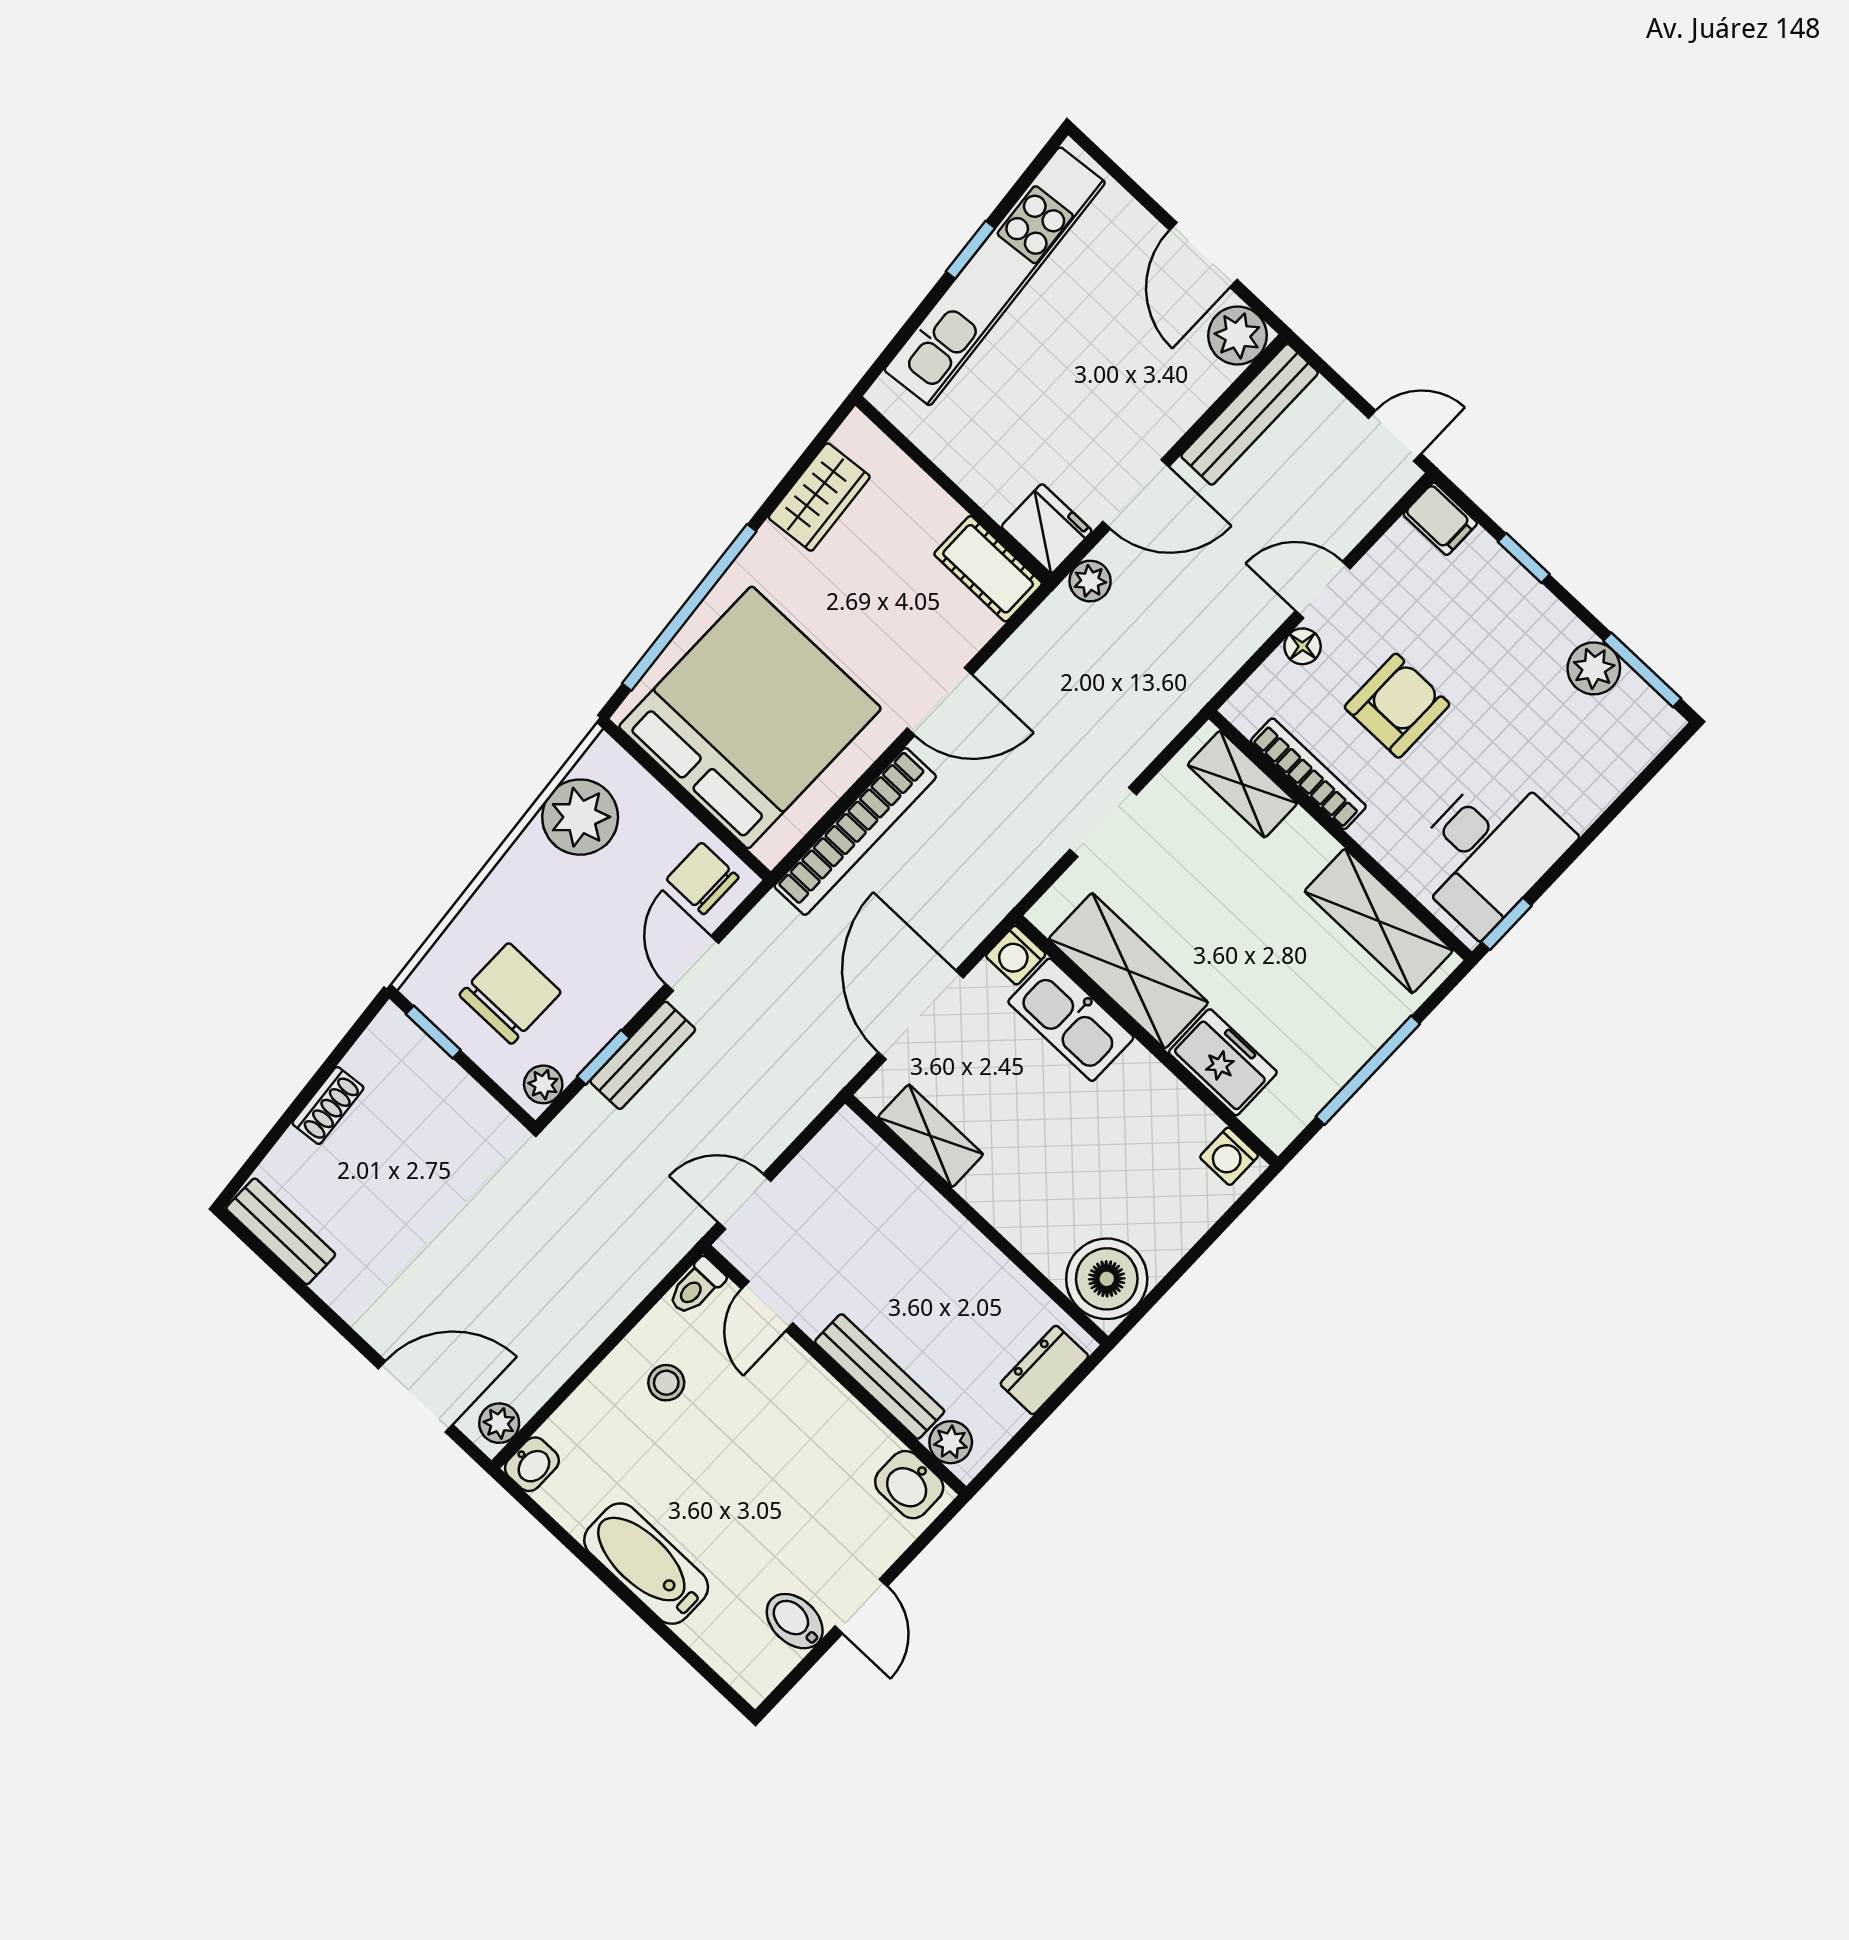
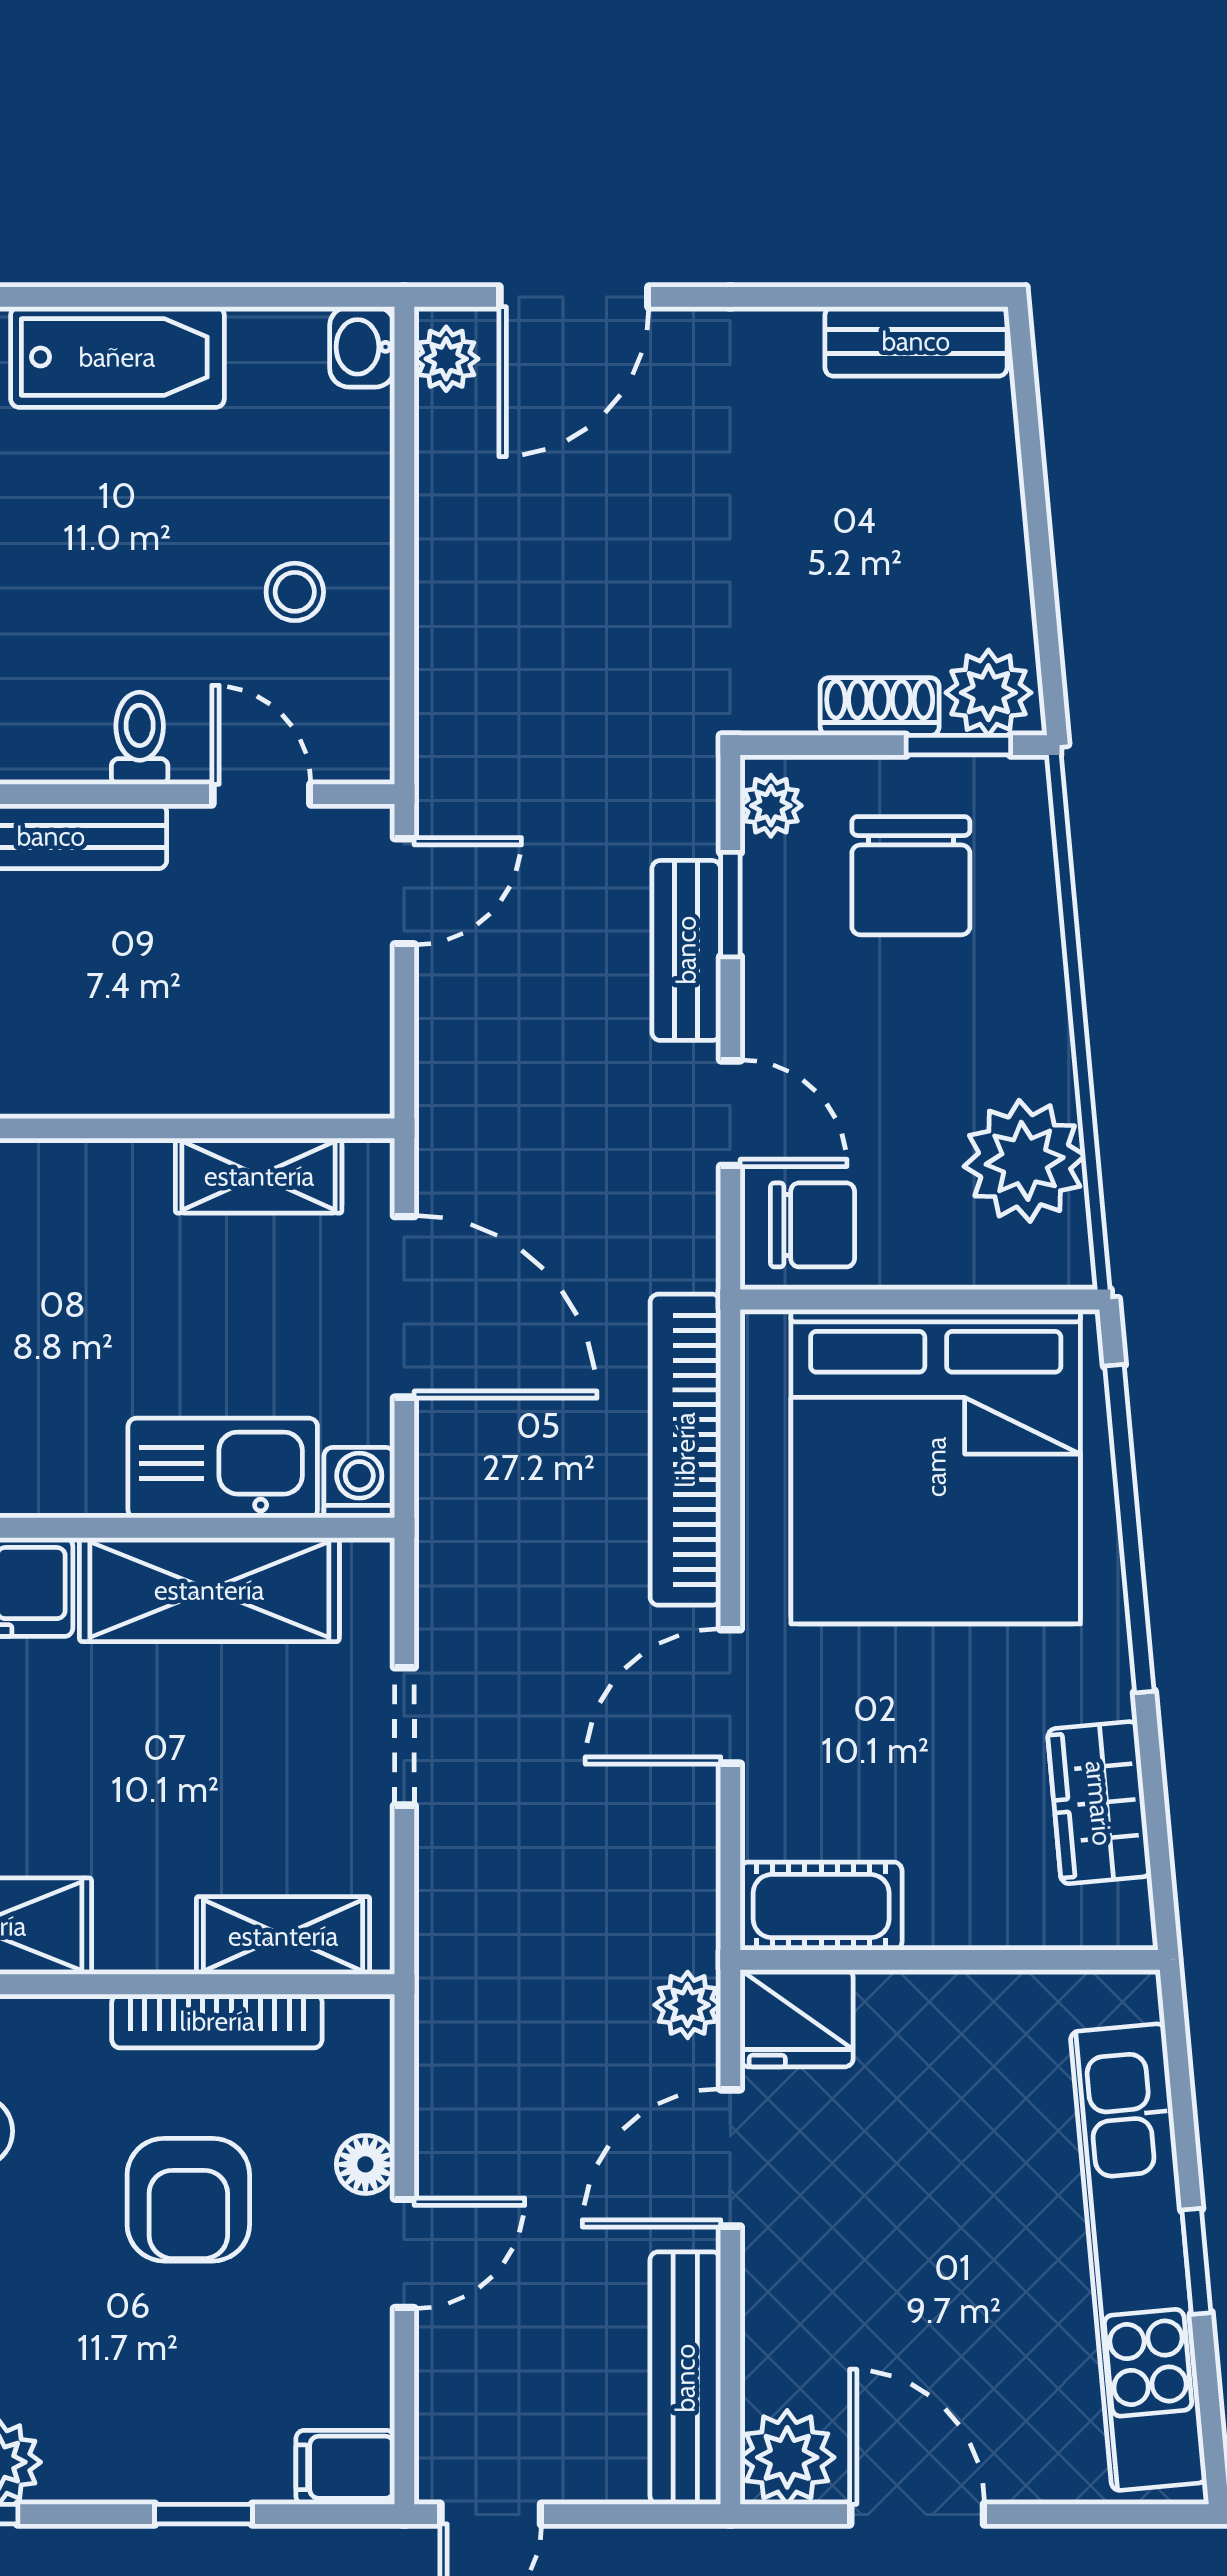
plant: (397, 1043) -> (988, 693), added
shoe rack: (328, 1105) -> (880, 707), moved, turned 95
toilet: (696, 1287) -> (140, 738), moved

